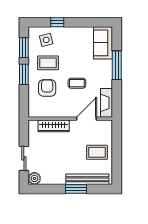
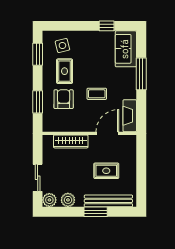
window: (57, 22) -> (107, 26), moved
rug: (48, 63) -> (65, 71), turned 90
window: (24, 74) -> (38, 102), moved
rug: (97, 152) -> (106, 171), moved
plant: (51, 178) -> (68, 200), added

